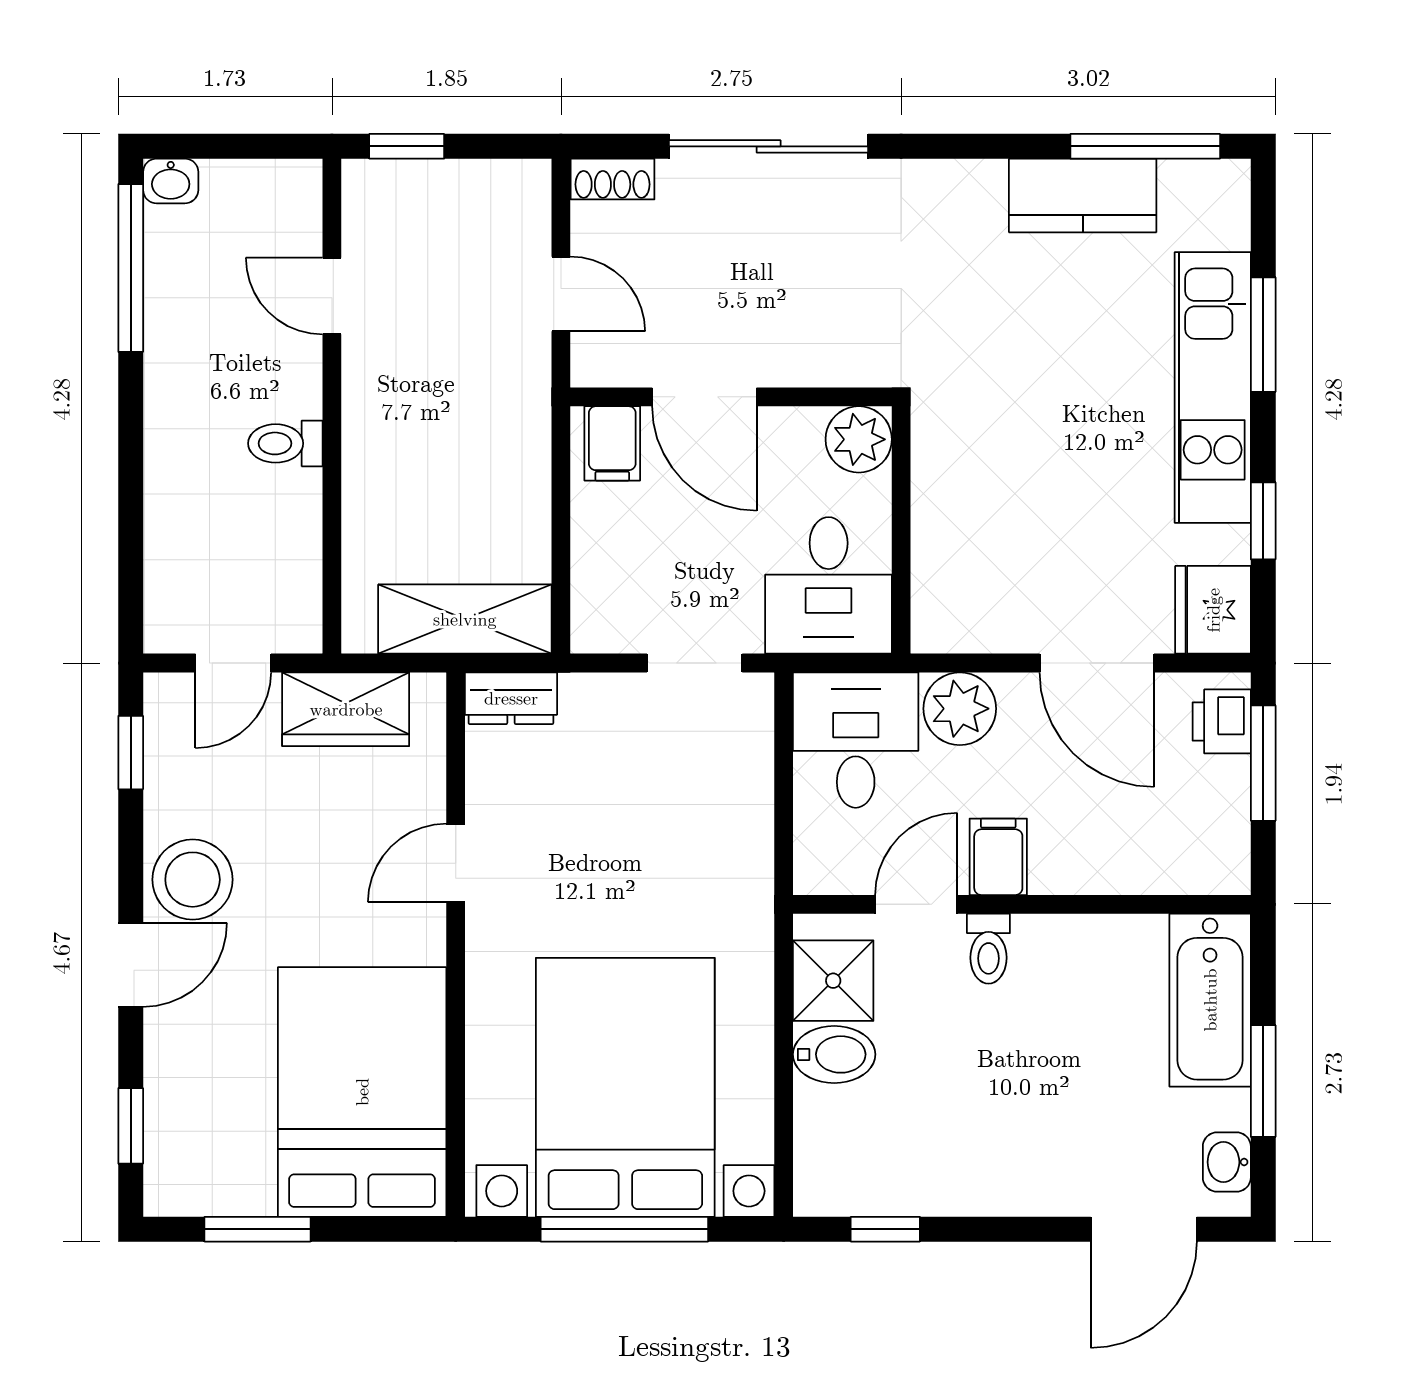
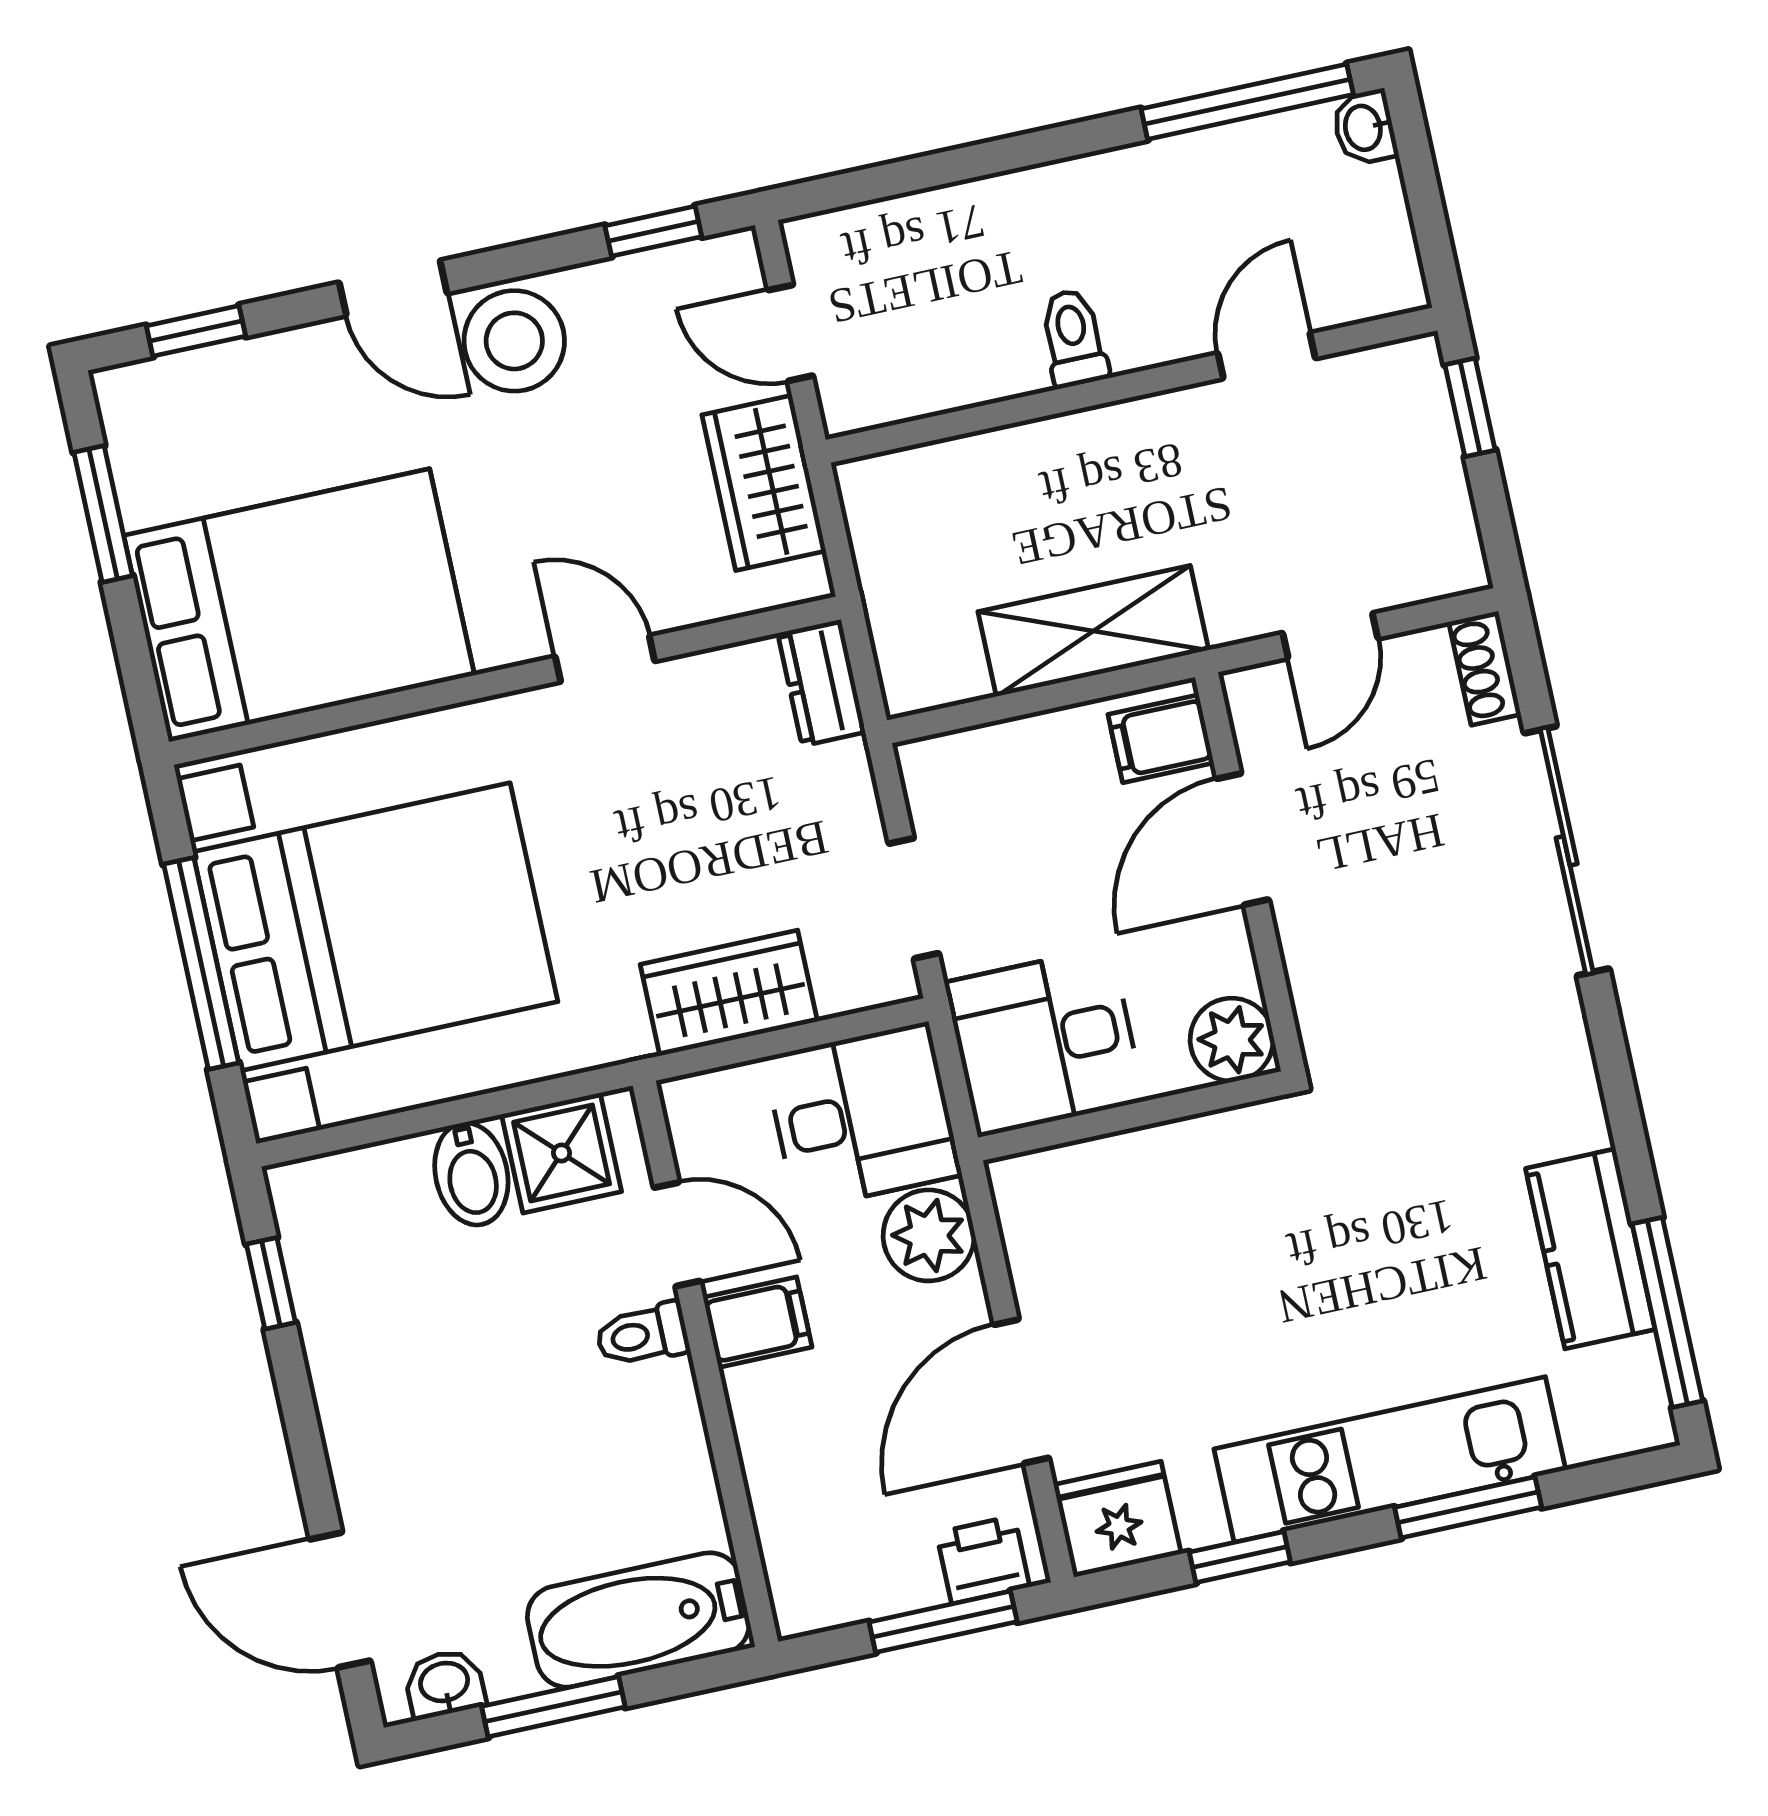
shelving: (465, 619) -> (1093, 631), moved, turned 90
wardrobe: (737, 823) -> (729, 993), added

